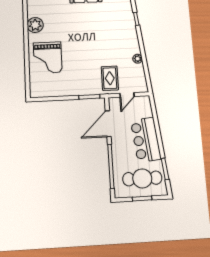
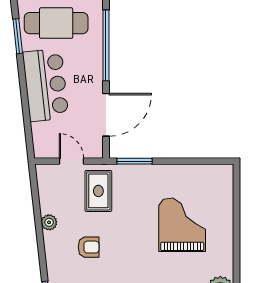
armchair: (113, 46) -> (89, 247), added
grand piano: (48, 58) -> (182, 225), moved
door: (127, 95) -> (71, 161), hinge flipped

